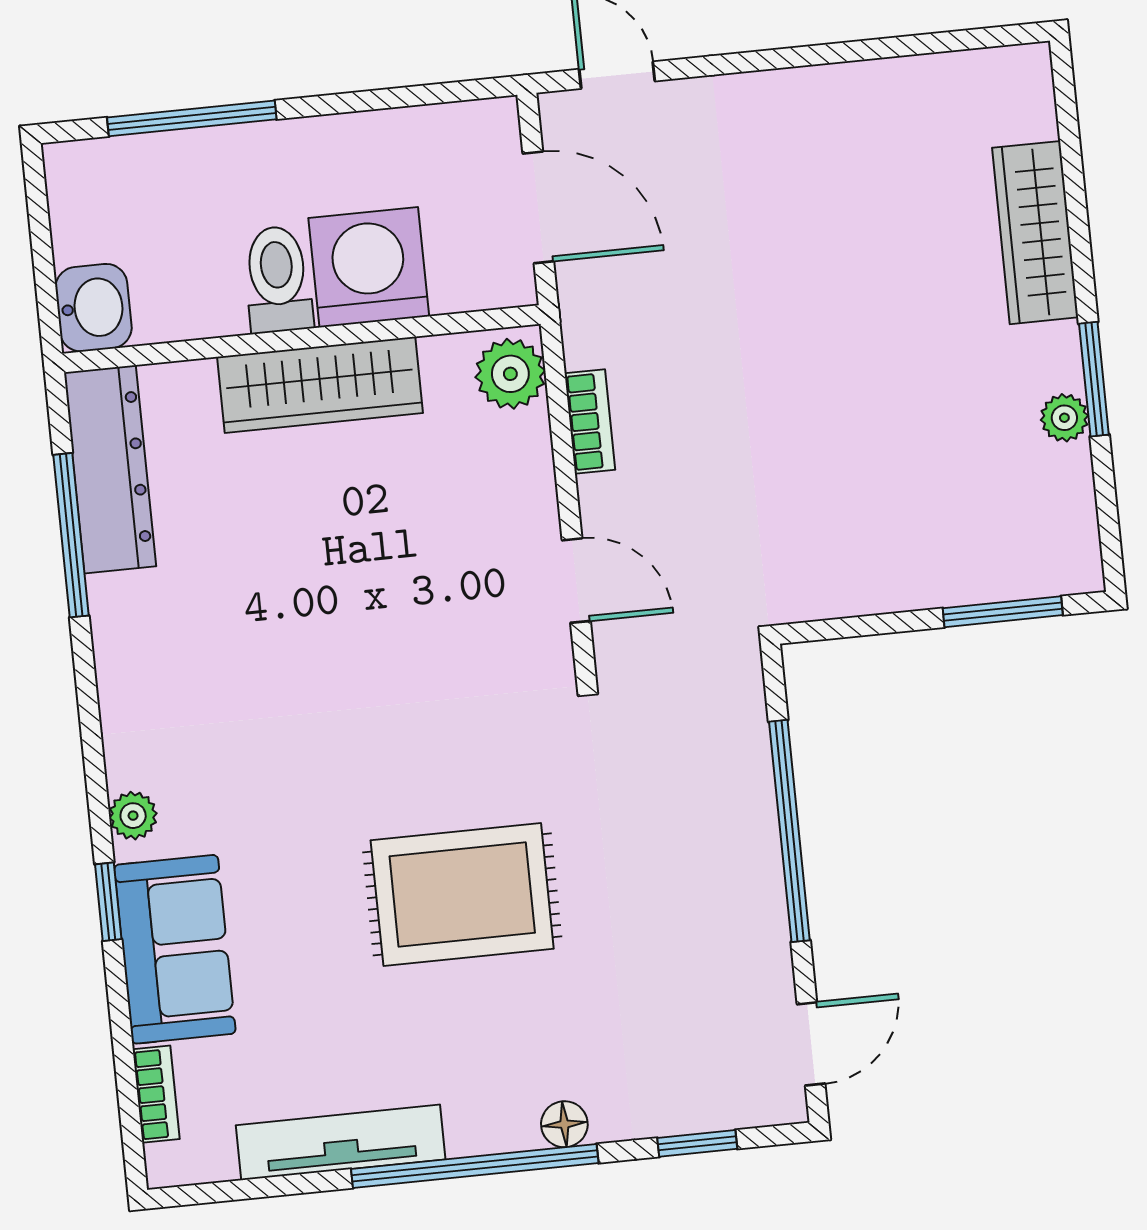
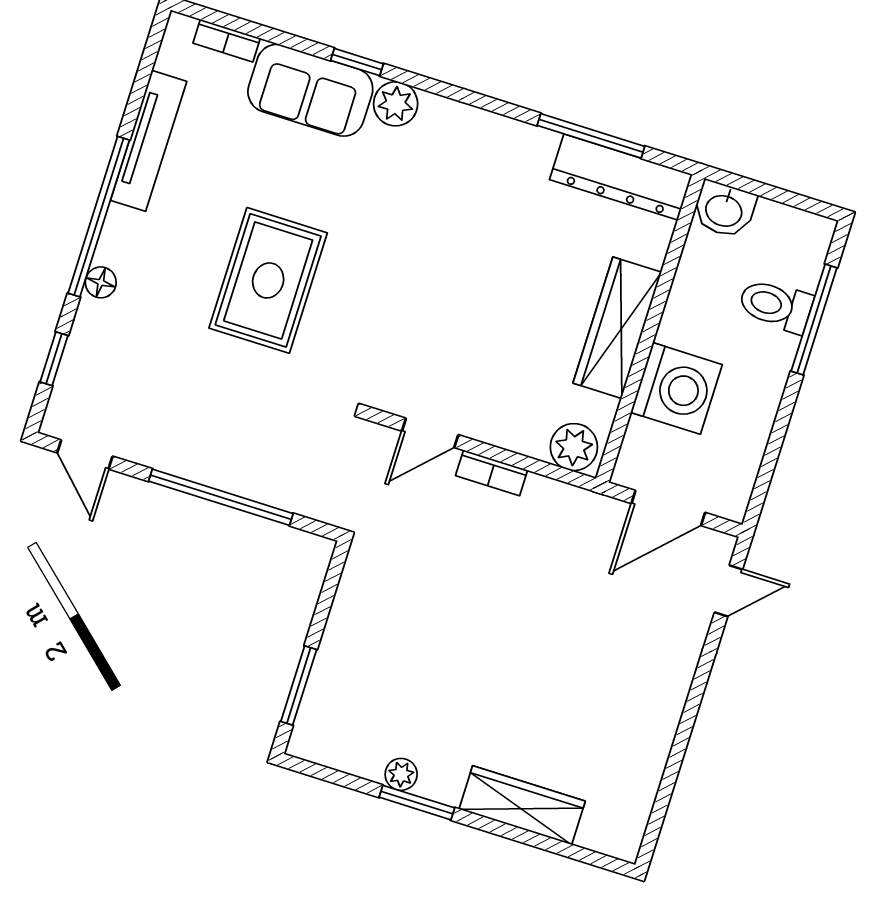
toilet: (278, 279) -> (776, 306), moved, turned 180
bookcase: (590, 422) -> (492, 473), moved
plant: (133, 816) -> (396, 104), width x1.38, depth x1.38

